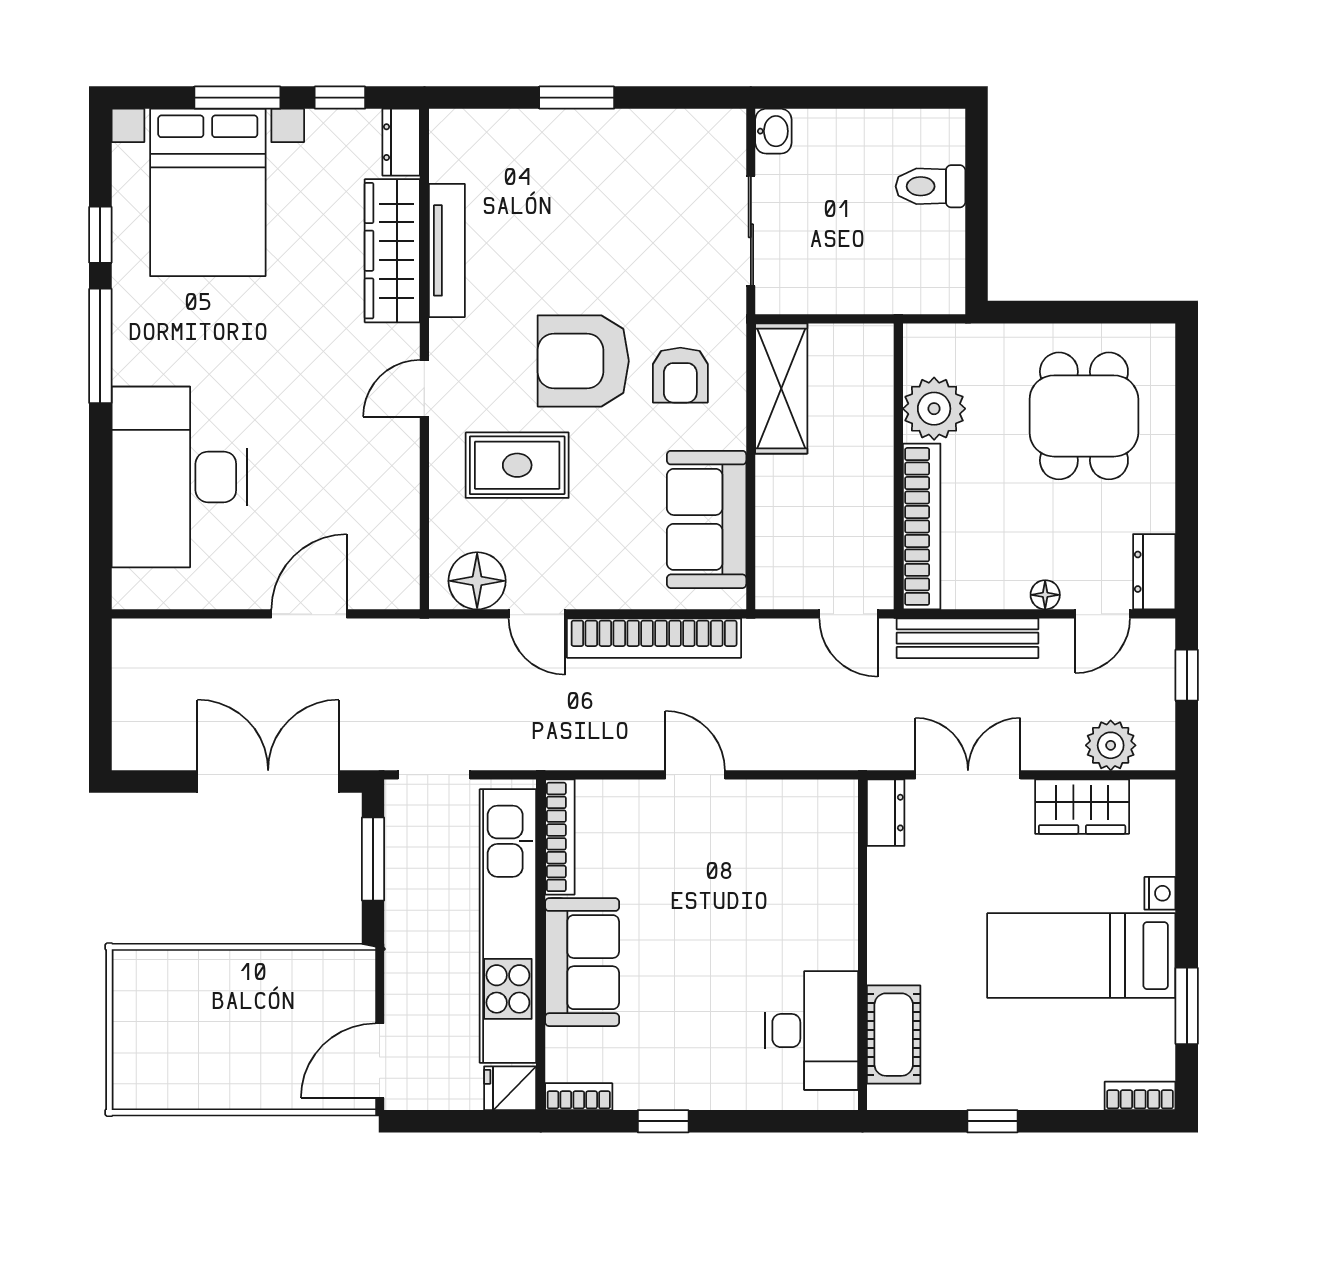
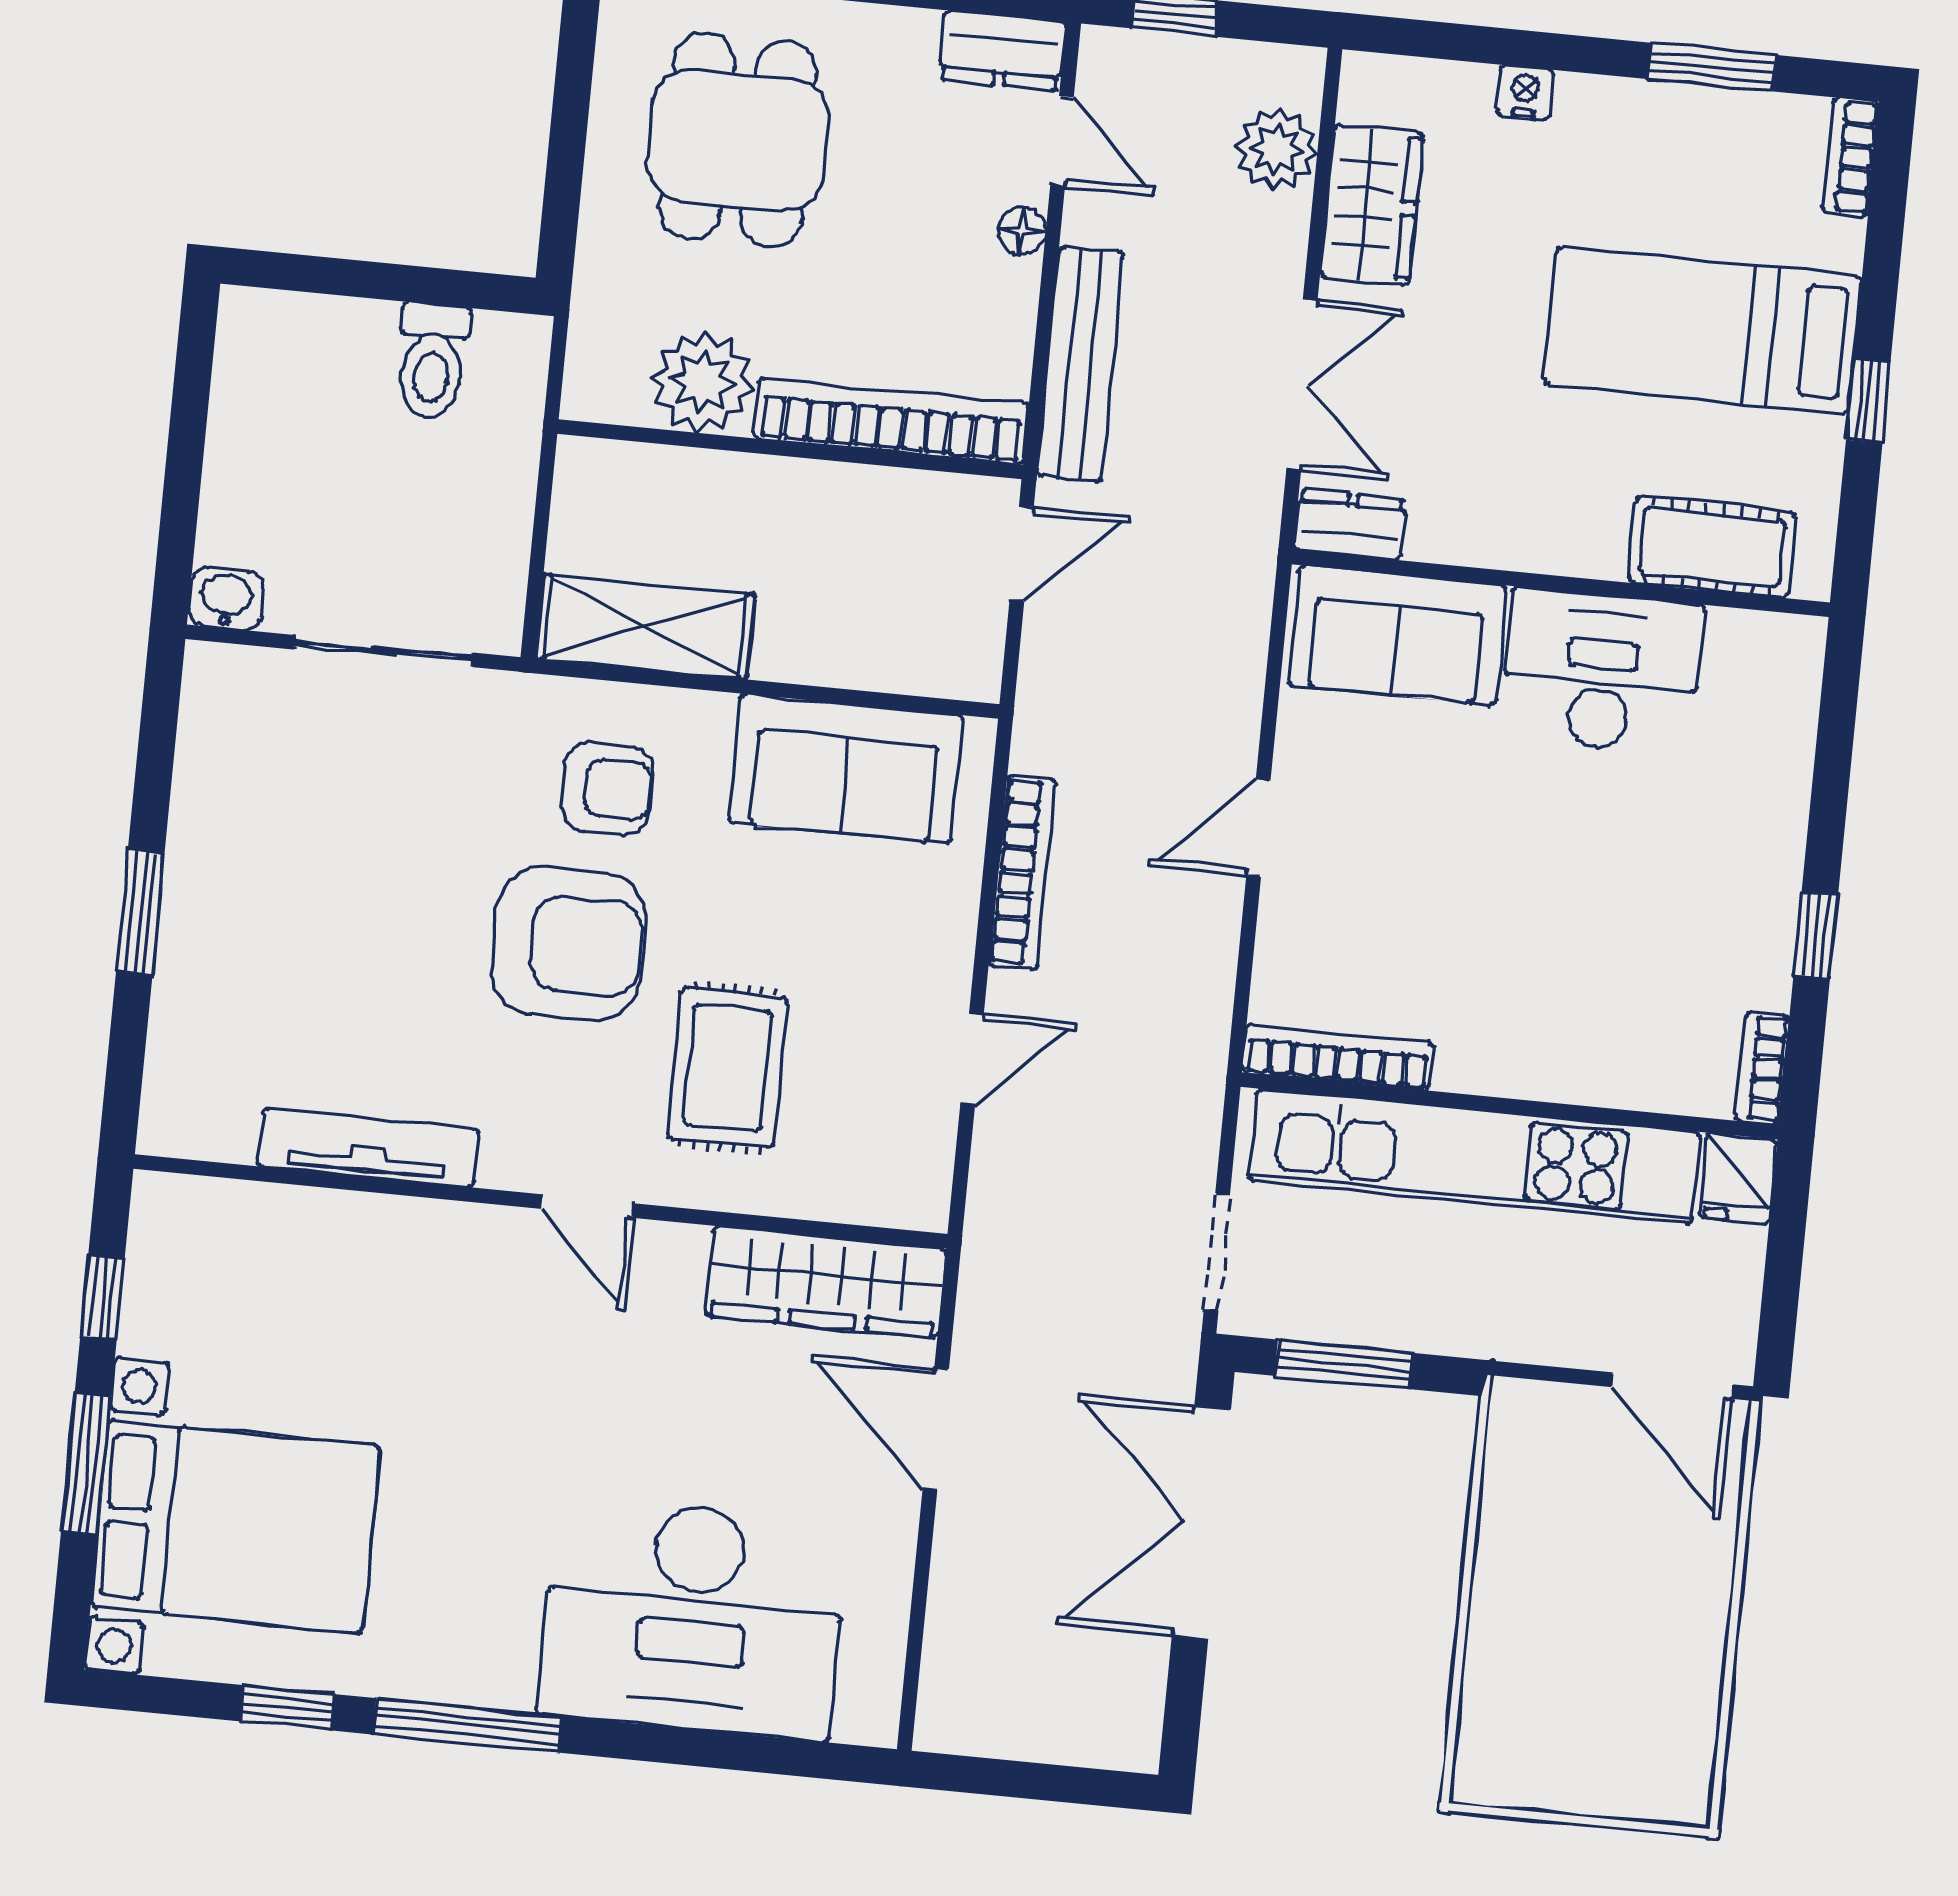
dresser: (401, 142) -> (185, 1205), removed
toilet: (930, 186) -> (432, 361), moved
wardrobe: (392, 251) -> (826, 1282), moved
armchair: (583, 361) -> (569, 944), turned -90
dining table: (1084, 416) -> (738, 140), turned 90
floor lamp: (477, 581) -> (909, 1151), removed
bookcase: (654, 638) -> (1022, 872), width x0.68, depth x0.76
double door: (968, 775) -> (1302, 385), swing flipped
bed: (1081, 956) -> (1703, 330), moved, turned 90
sofa: (582, 962) -> (1397, 635), moved, turned 180
desk: (811, 1031) -> (1602, 671), moved

